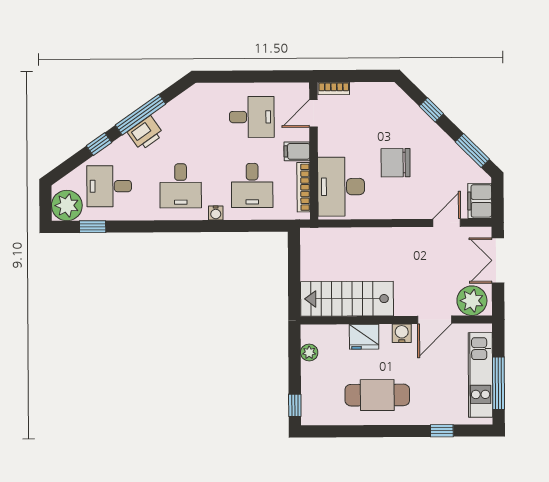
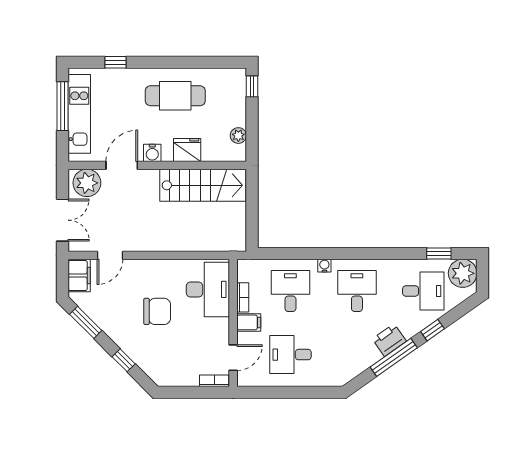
bookcase: (303, 187) -> (243, 297), width x0.64

